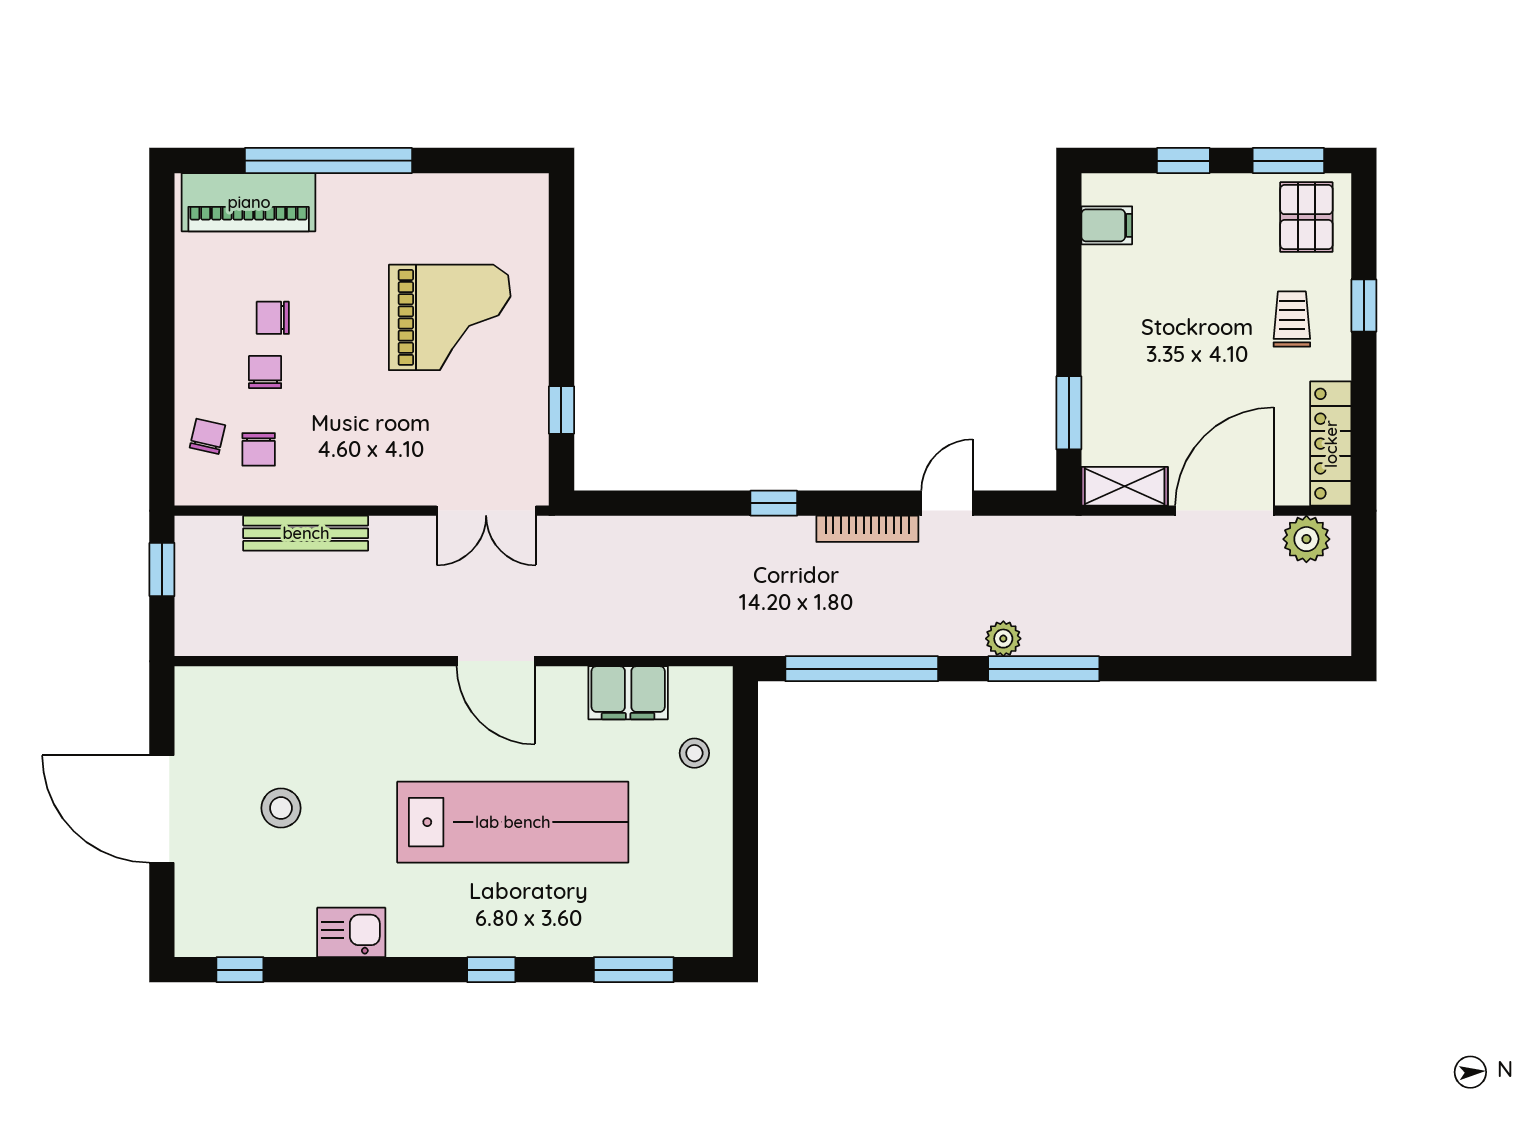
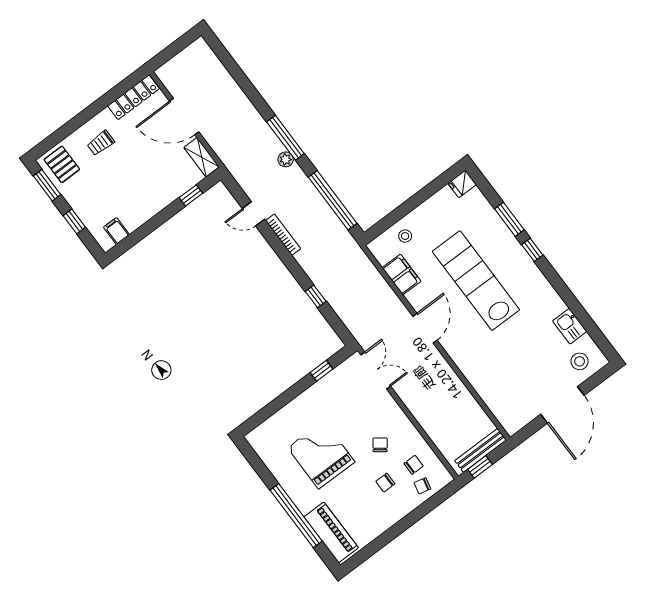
pallet: (1306, 217) -> (62, 164), turned 90
window: (1364, 306) -> (77, 122), removed
grand piano: (450, 317) -> (321, 455), moved
chair: (273, 318) -> (380, 445), moved, turned -143
window: (1069, 413) -> (191, 195), width x0.67
window: (774, 503) -> (316, 296), moved
bench: (306, 533) -> (481, 450), moved, turned 90
plant: (1306, 539) -> (173, 81), removed
stool: (281, 808) -> (580, 361), moved
kitchen sink: (351, 932) -> (570, 326), moved
fridge: (711, 932) -> (462, 184), added
window: (240, 970) -> (597, 336), removed
window: (634, 970) -> (509, 219), moved

